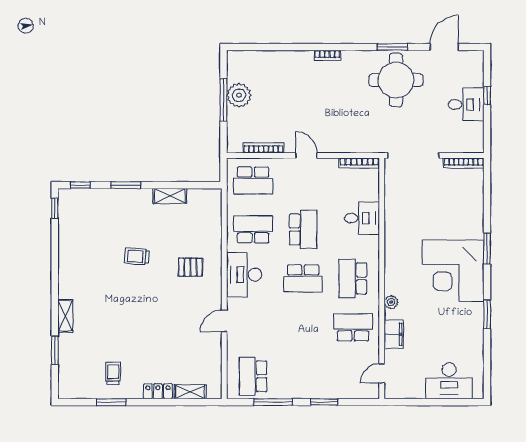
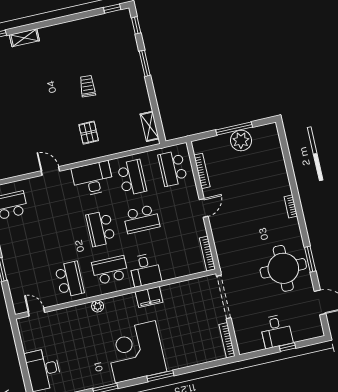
shelving: (170, 196) -> (150, 126), moved
desk: (362, 218) -> (145, 270), moved
filing cabinet: (394, 334) -> (149, 297), moved

